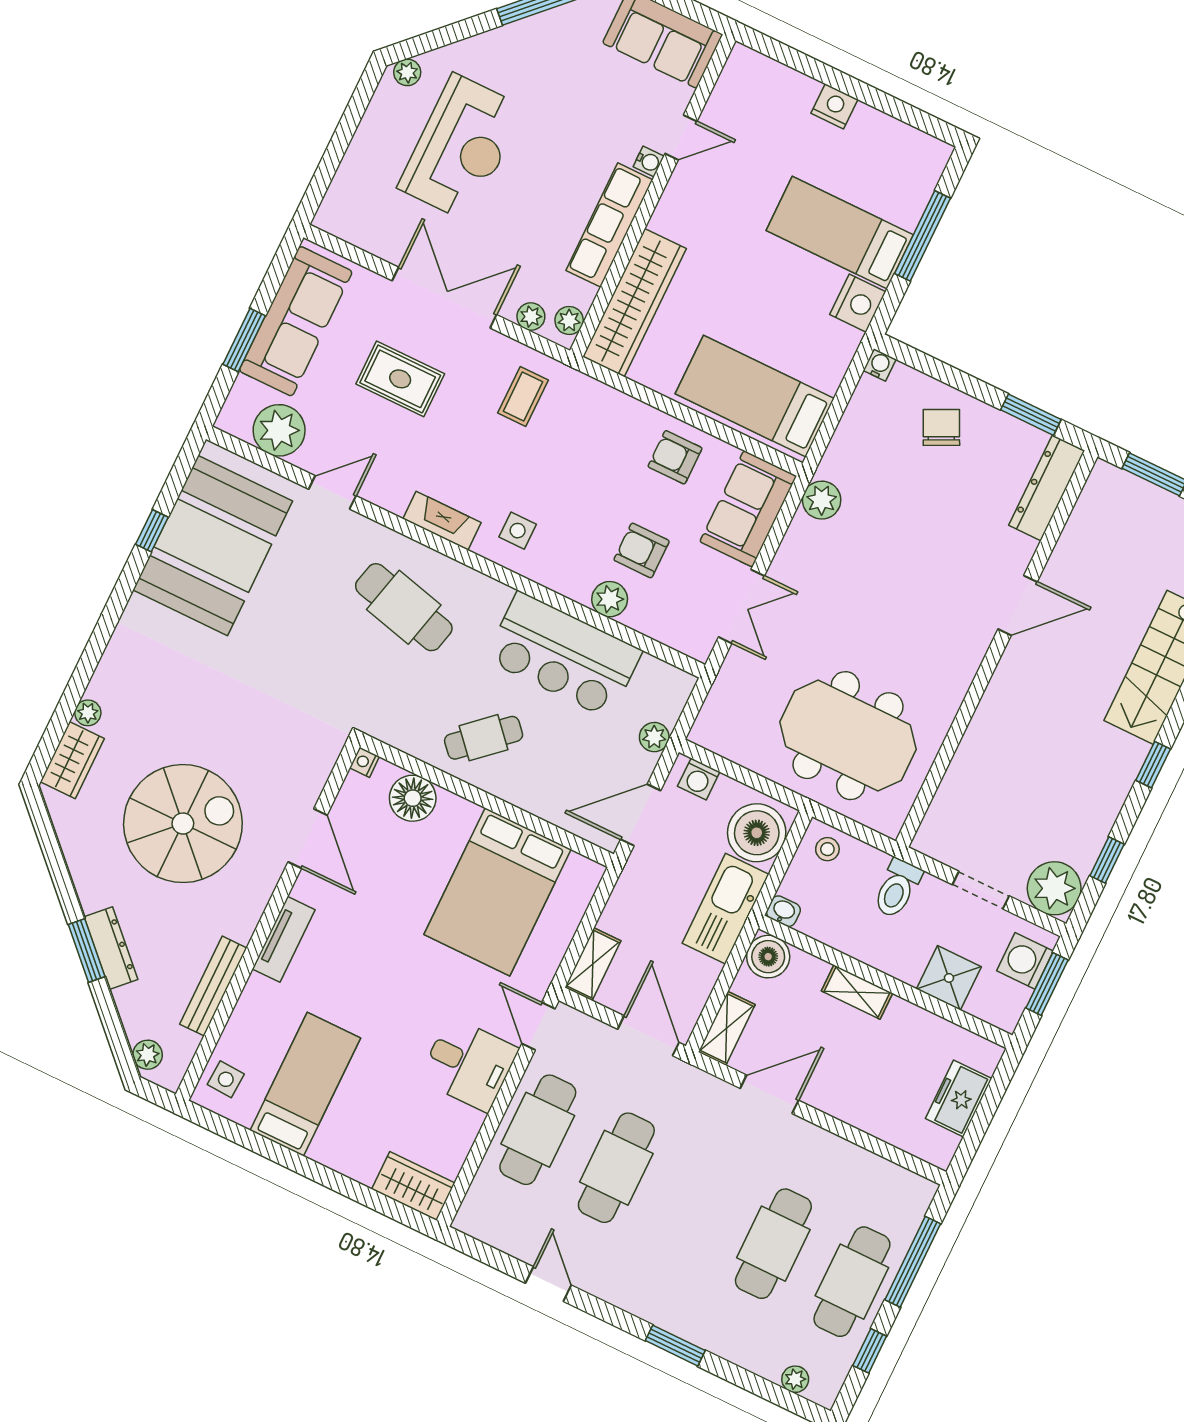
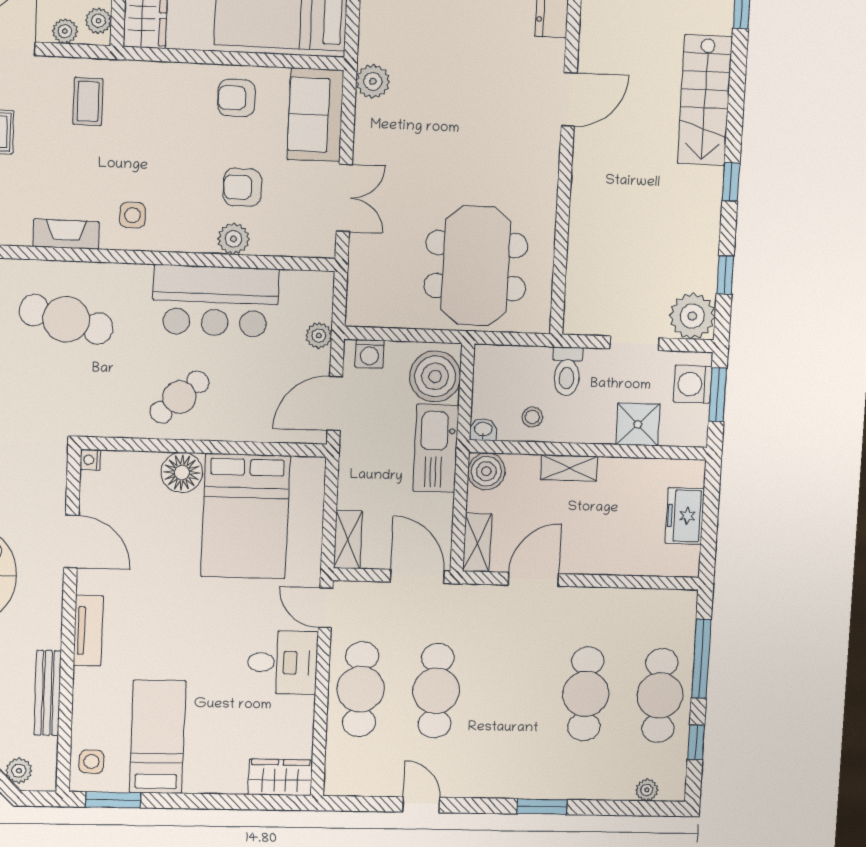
meeting table: (848, 736) -> (476, 266), turned 90
floor lamp: (413, 798) -> (182, 473), moved
stool: (827, 849) -> (532, 417), moved
window: (230, 1130) -> (113, 800), added

